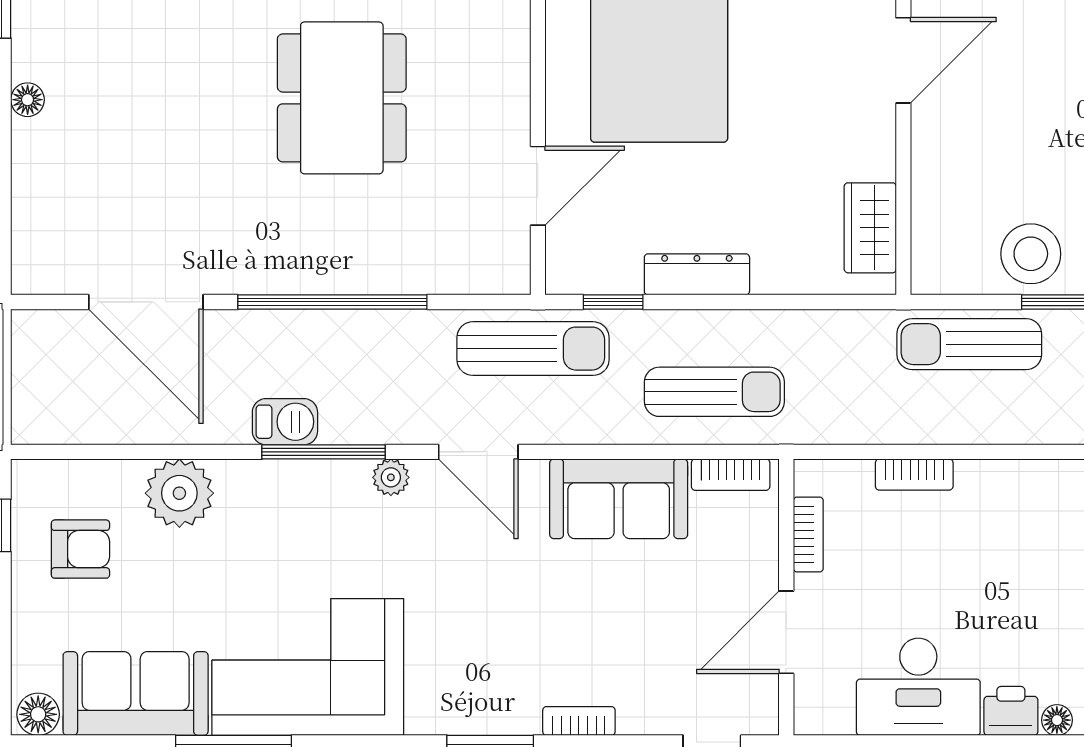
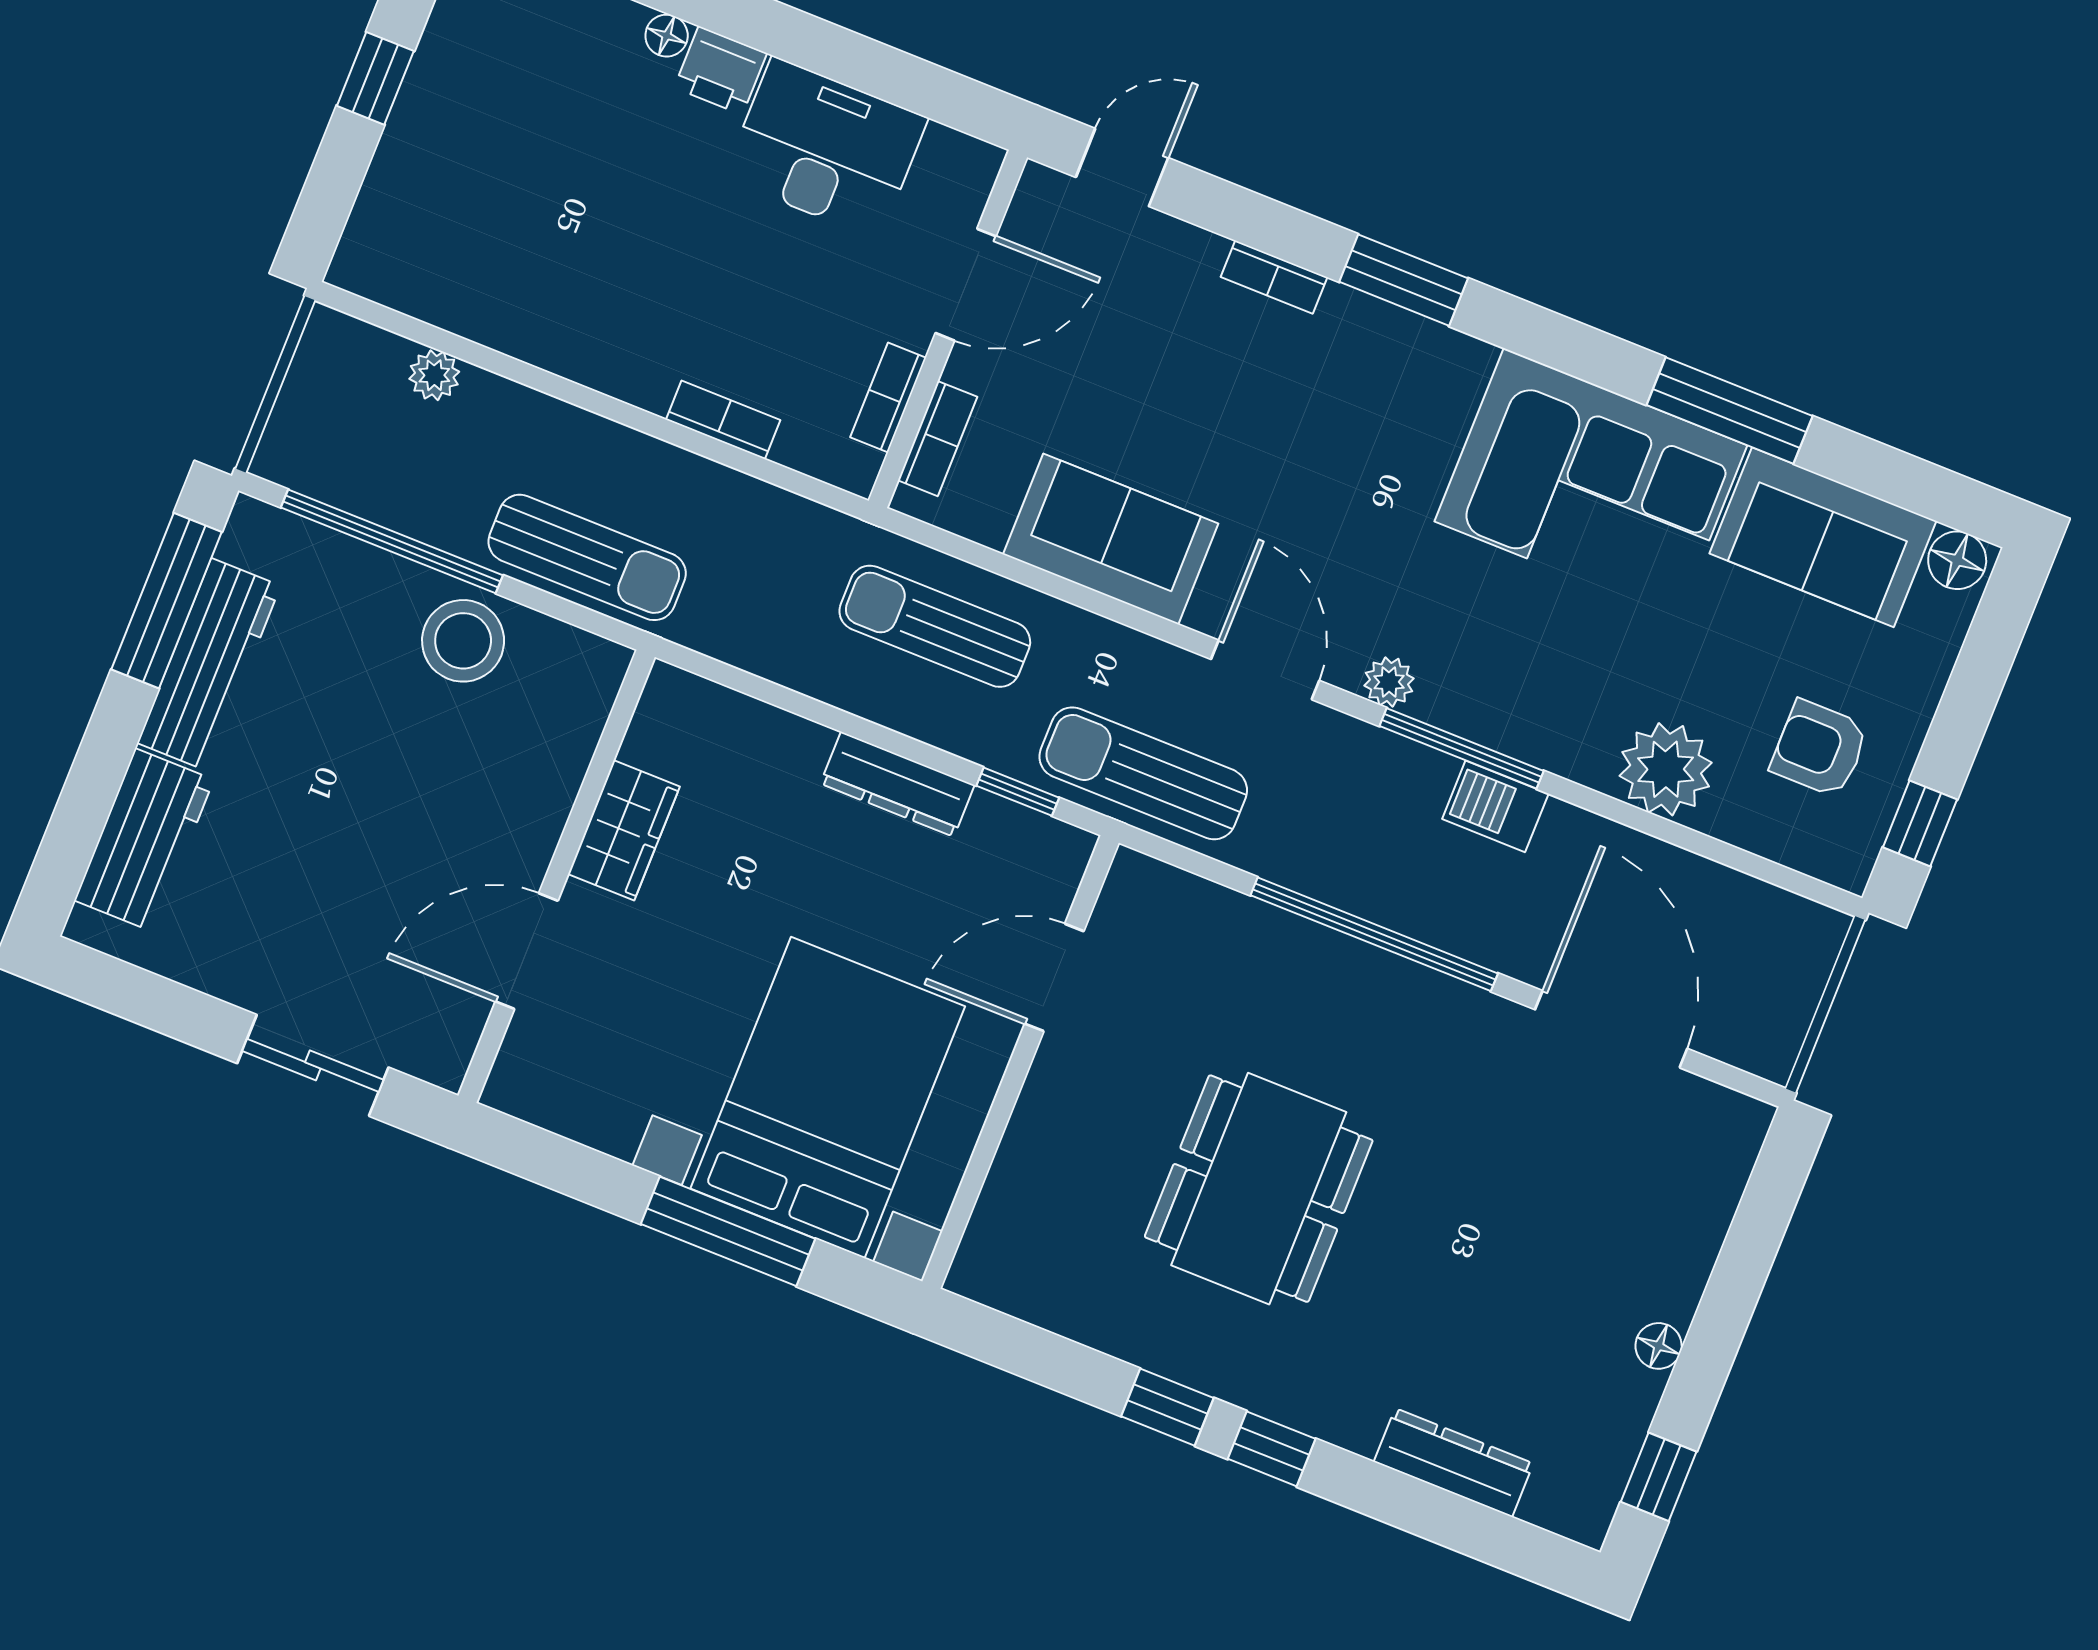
wardrobe: (870, 228) -> (624, 830), moved
bookcase: (731, 475) -> (938, 439), moved, turned 90

